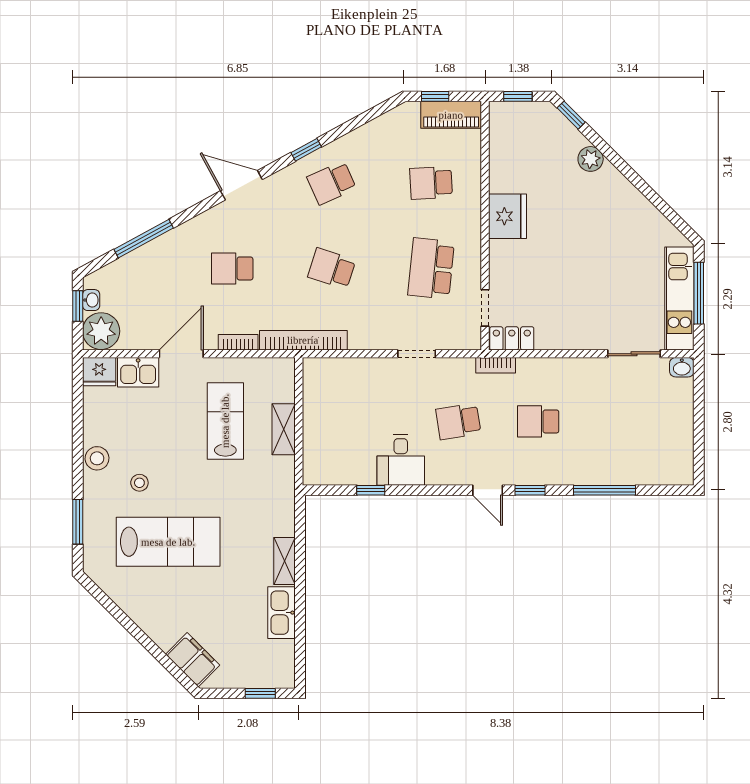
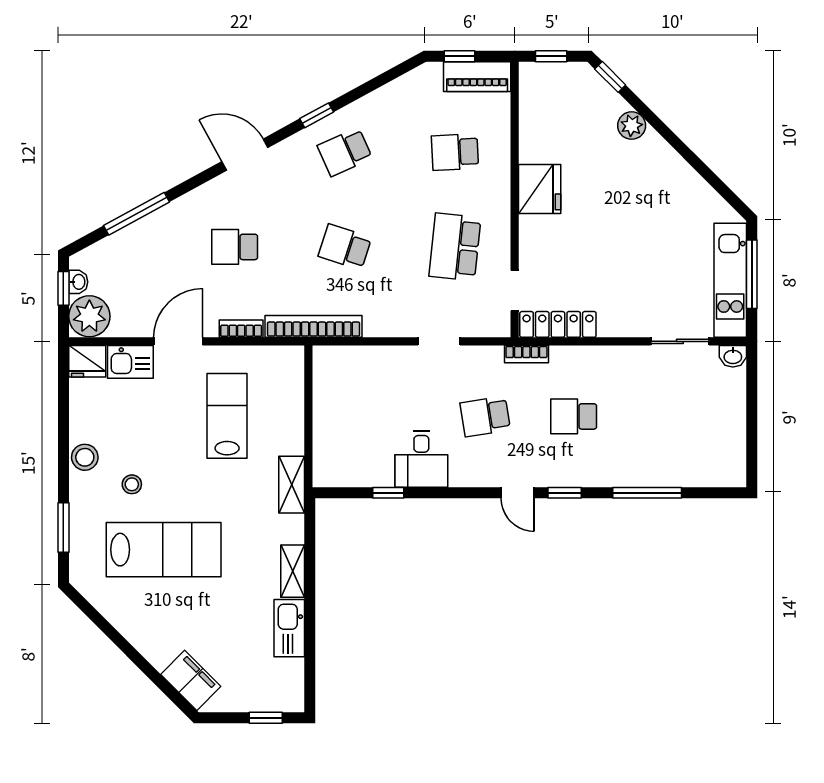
locker: (512, 338) -> (558, 324), width x1.53
shelving: (284, 429) -> (292, 485), moved

